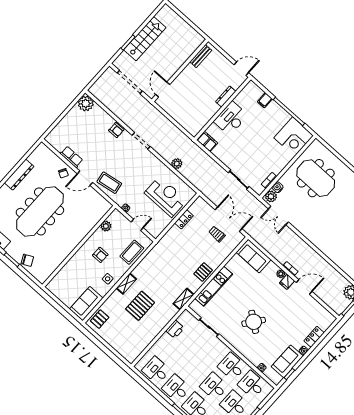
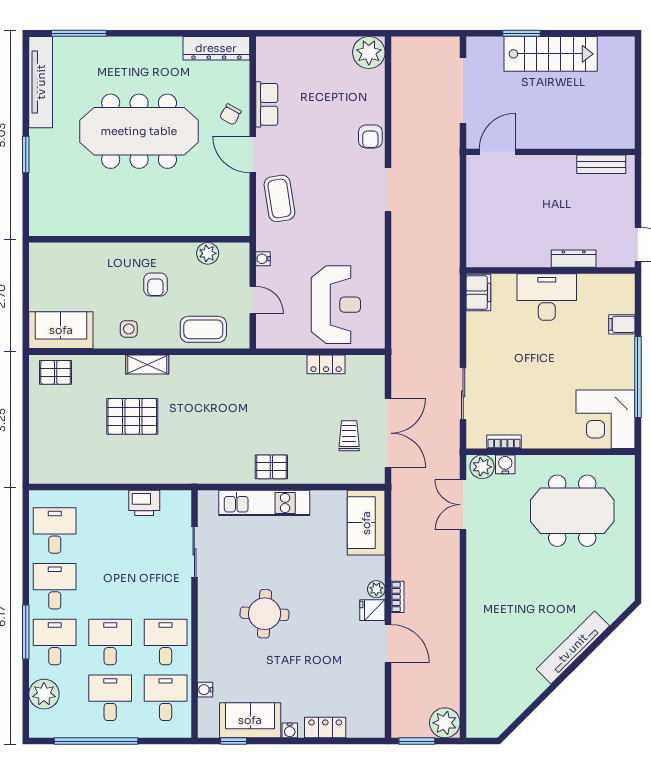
plant: (177, 164) -> (402, 276), removed
dresser: (19, 175) -> (216, 48), moved
meeting table: (316, 178) -> (572, 511), turned 90
chair: (27, 260) -> (46, 179), removed
shelving: (184, 299) -> (203, 474), removed
round table: (254, 322) -> (265, 614), turned -34

